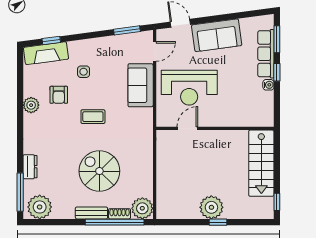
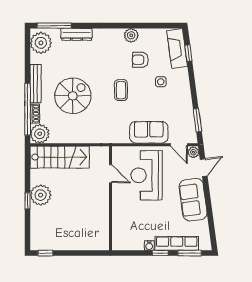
plant: (163, 35) -> (193, 152), added
stairs: (261, 163) -> (60, 157), moved, turned 180
dresser: (30, 167) -> (77, 34), width x1.44
bench: (91, 213) -> (36, 84), width x1.36

